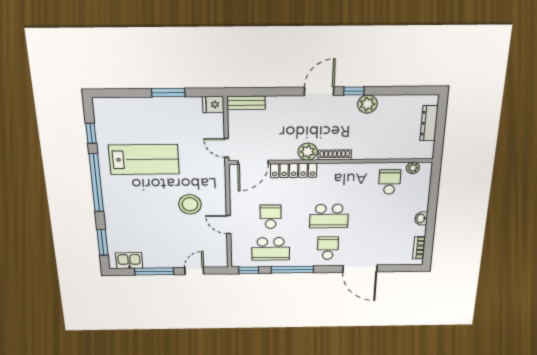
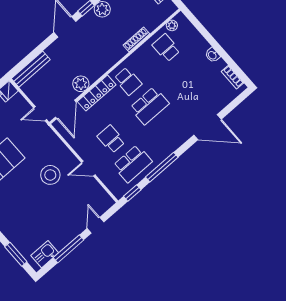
bench: (246, 103) -> (31, 69), width x1.36
plant: (308, 152) -> (81, 84), moved
shoe rack: (335, 155) -> (136, 40), moved
school desk: (328, 248) -> (128, 81), moved, turned 180

